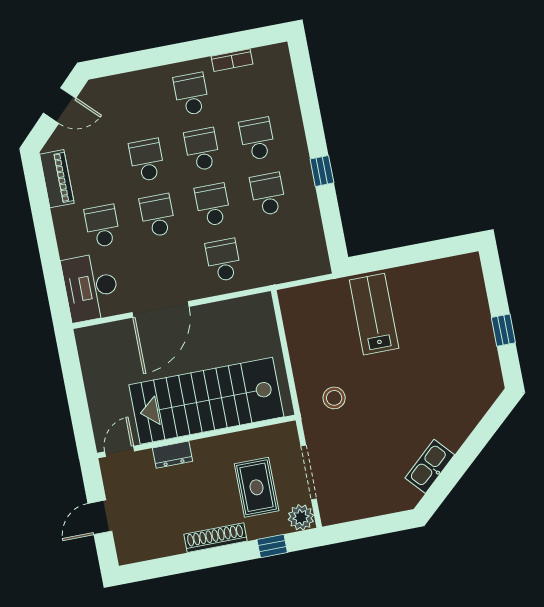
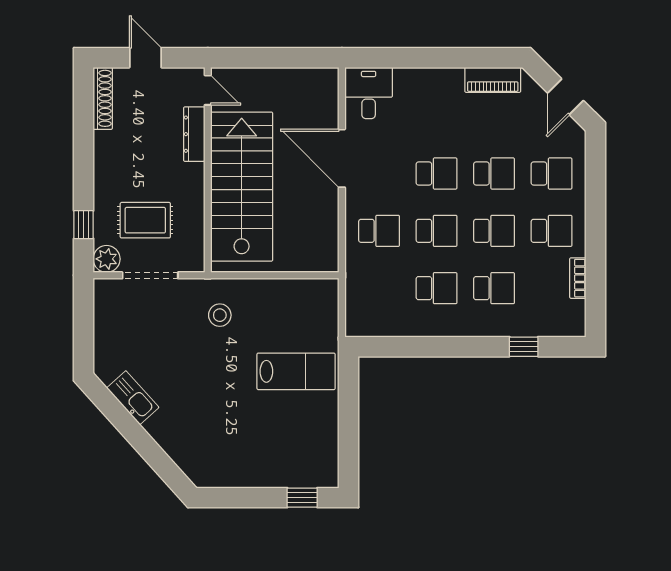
window: (322, 171) -> (524, 347), moved
school desk: (102, 226) -> (552, 174), moved
desk: (91, 287) -> (369, 93), width x0.73
window: (503, 330) -> (302, 498), moved
dresser: (172, 455) -> (194, 134), width x1.44
shoe rack: (215, 538) -> (103, 98), moved

